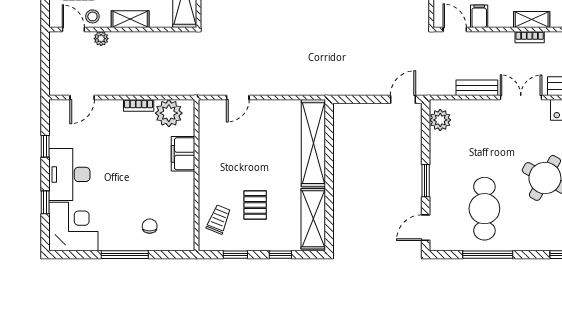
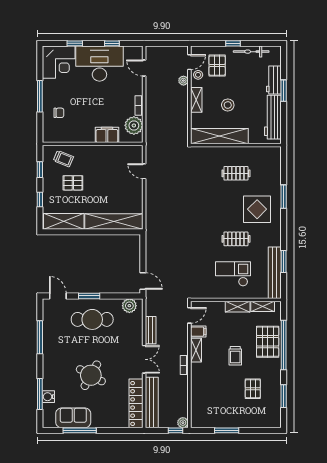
shelving: (532, 19) -> (196, 350), moved
desk: (69, 174) -> (99, 64), width x1.36, depth x1.30
cafe table: (484, 209) -> (92, 319), moved

